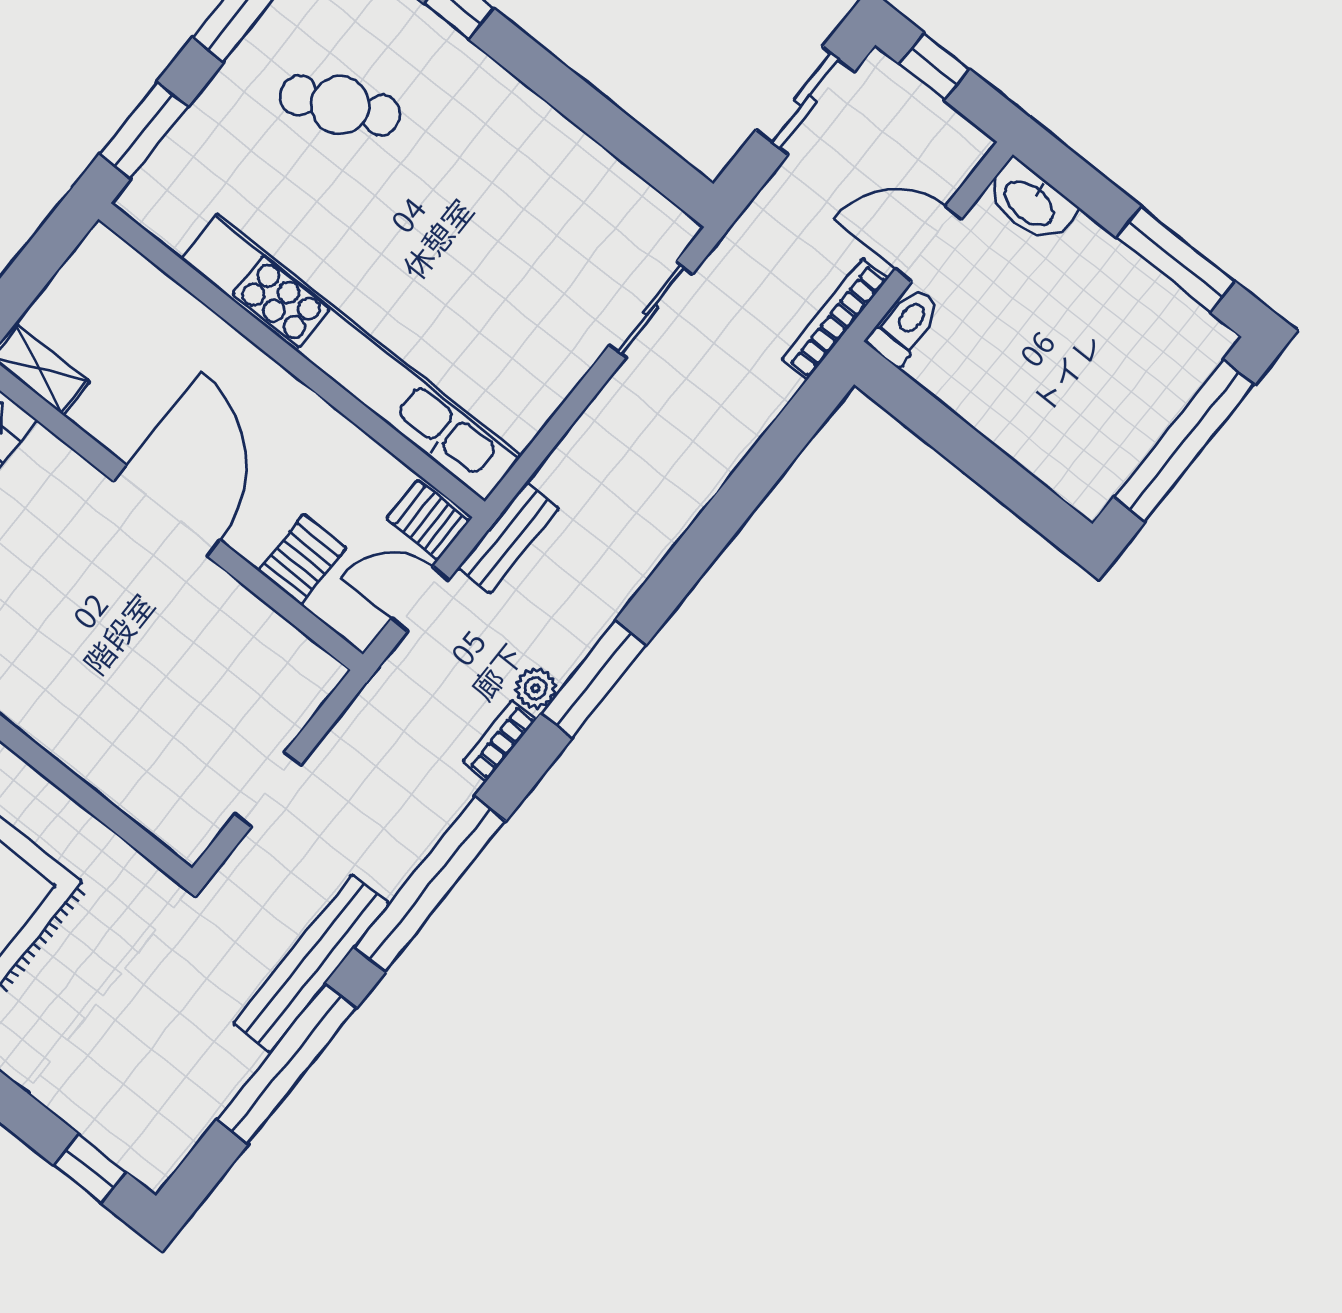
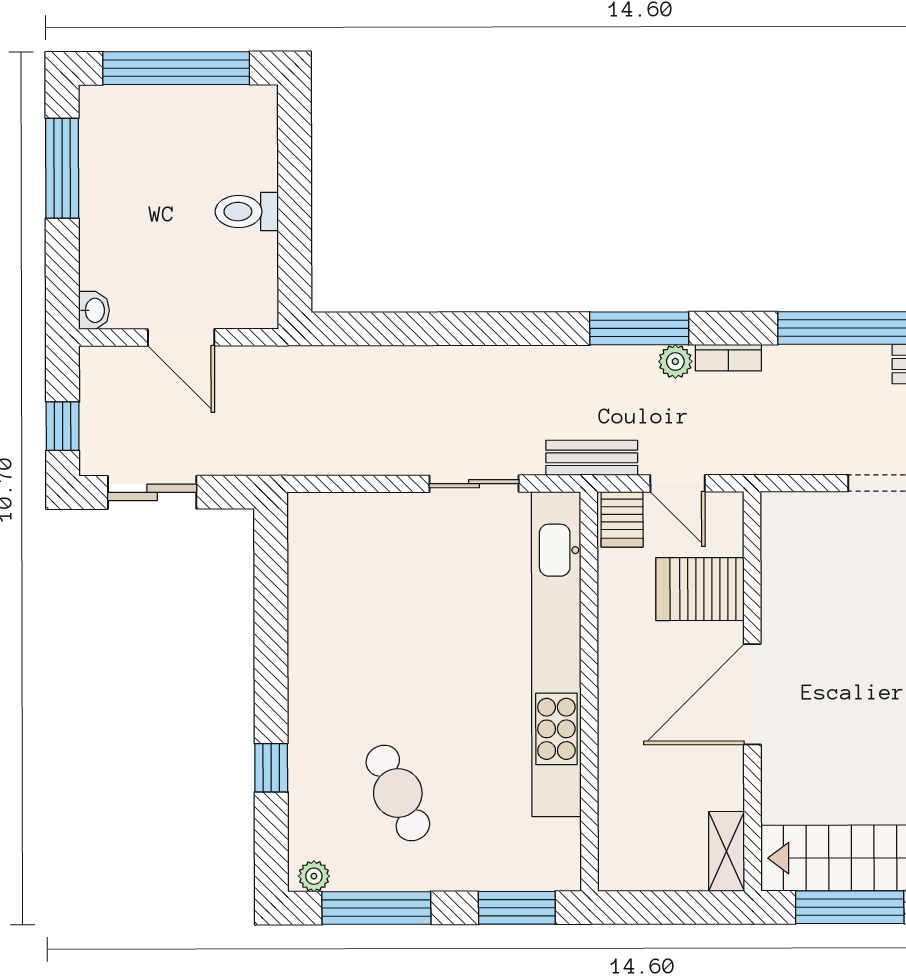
washbasin: (1030, 202) -> (94, 310), width x0.52, depth x0.69
sliding door: (651, 310) -> (474, 484), moved
bookcase: (835, 319) -> (279, 359), removed
toilet: (905, 326) -> (247, 212), moved
server rack: (302, 559) -> (700, 589), width x1.36, depth x1.44

